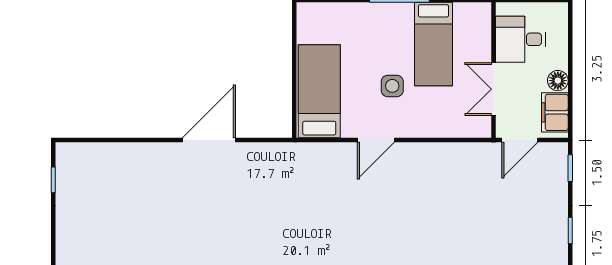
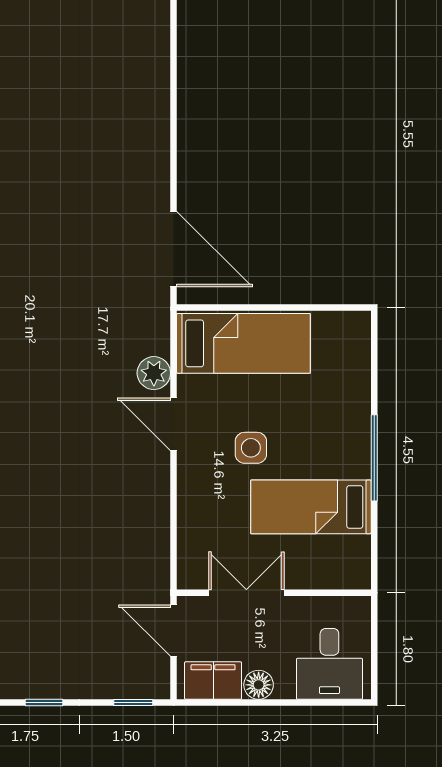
desk: (521, 39) -> (329, 664), moved, turned 180
door: (209, 140) -> (173, 249), moved
plant: (340, 154) -> (154, 373), added

